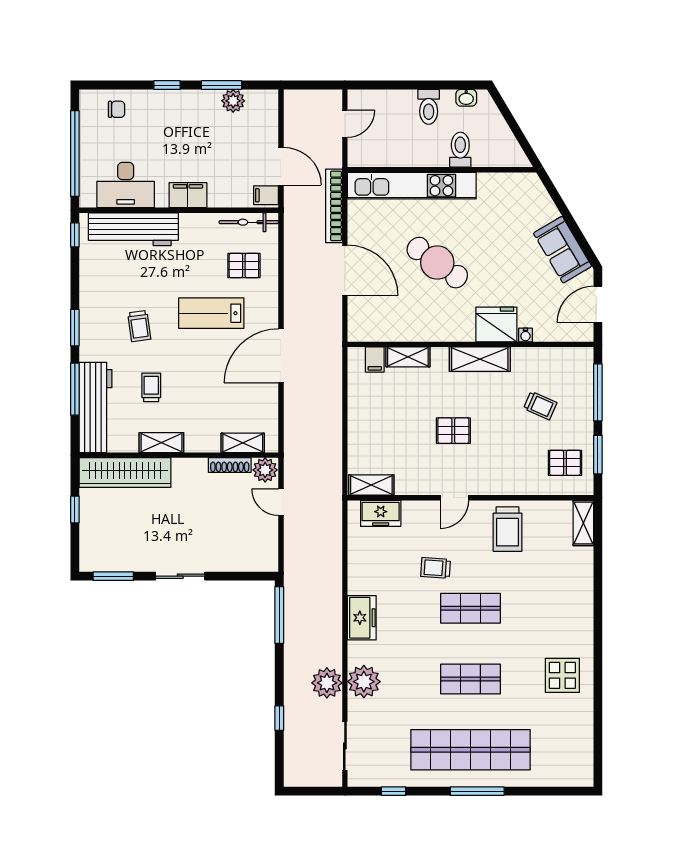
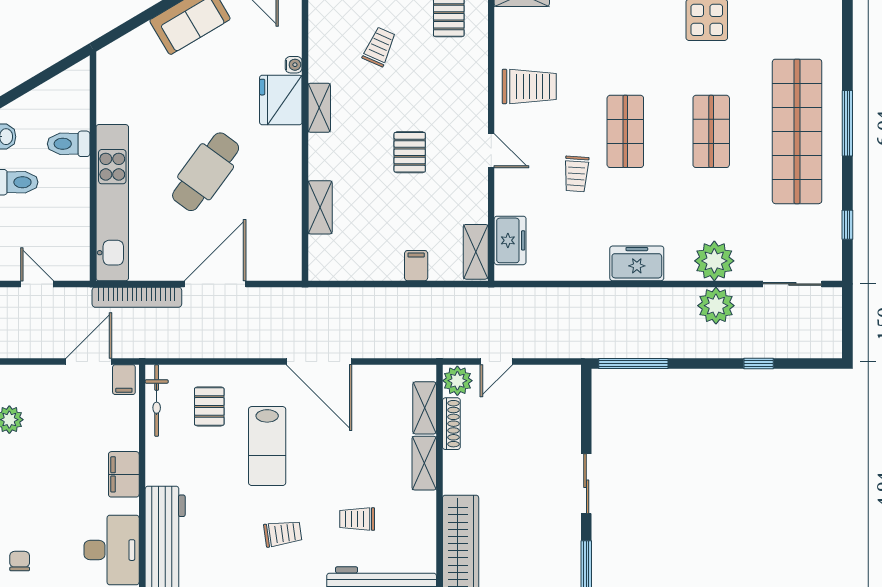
shelving: (480, 359) -> (319, 108), width x0.67, depth x0.75
filing cabinet: (375, 360) -> (416, 266), moved, turned -90
shelving: (161, 443) -> (424, 463), moved

